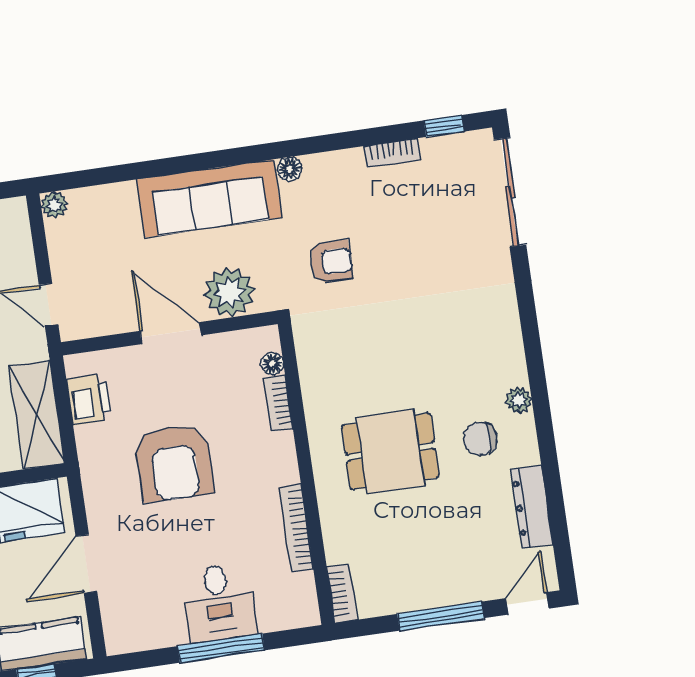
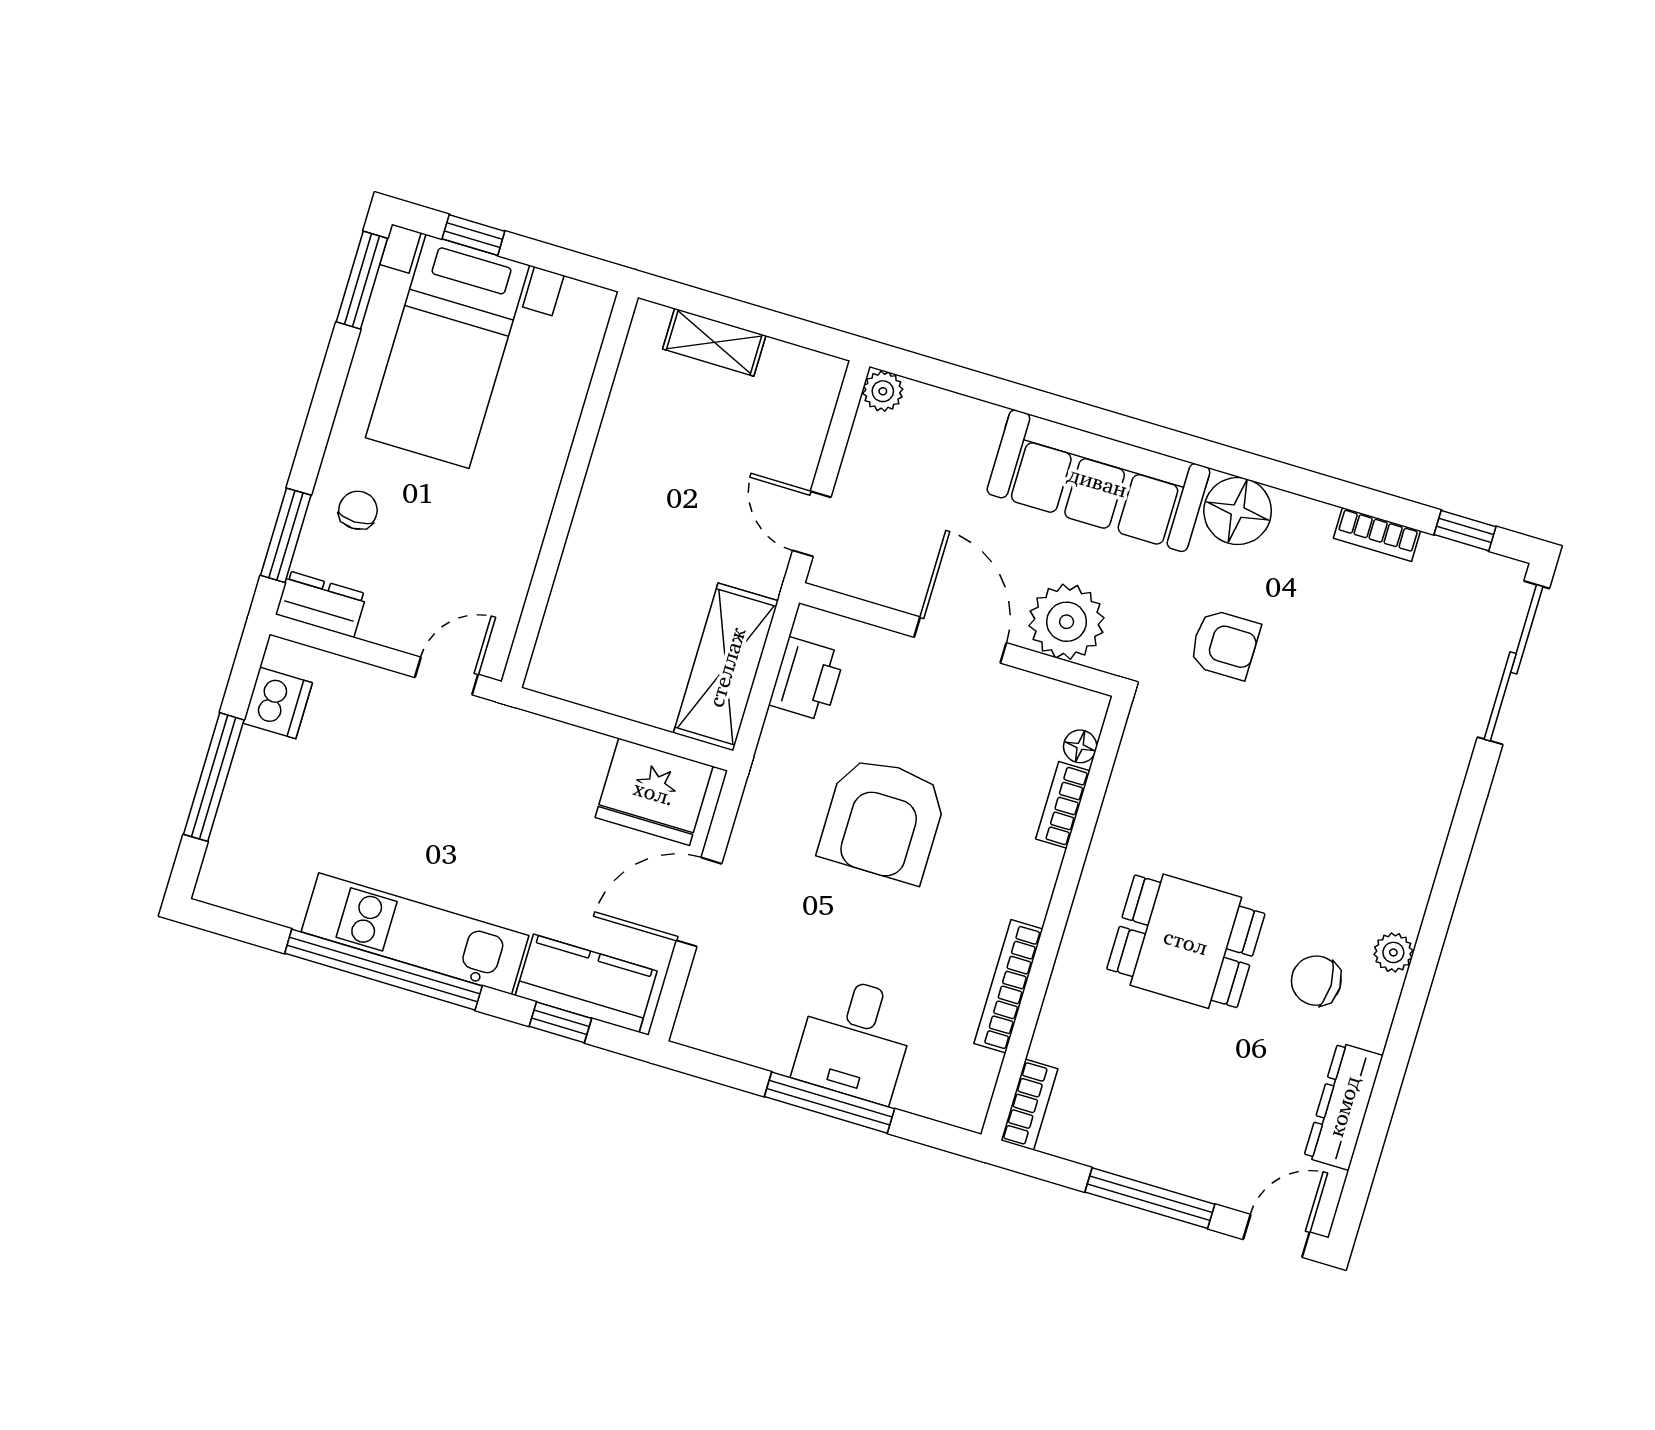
floor lamp: (290, 169) -> (1238, 511), width x1.89, depth x1.89

